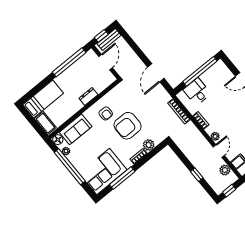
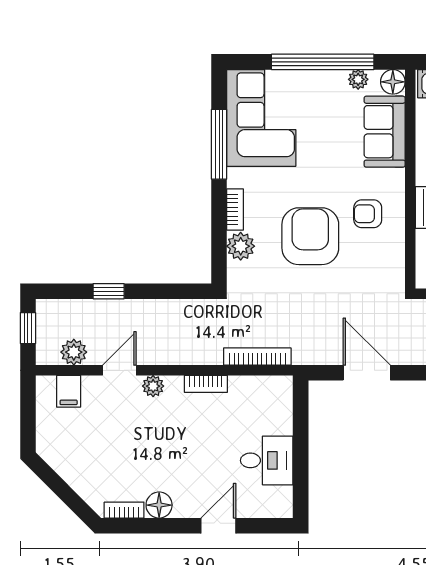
window: (200, 71) -> (301, 459), removed
desk: (197, 92) -> (267, 460), moved
door: (219, 151) -> (119, 370), swing flipped

